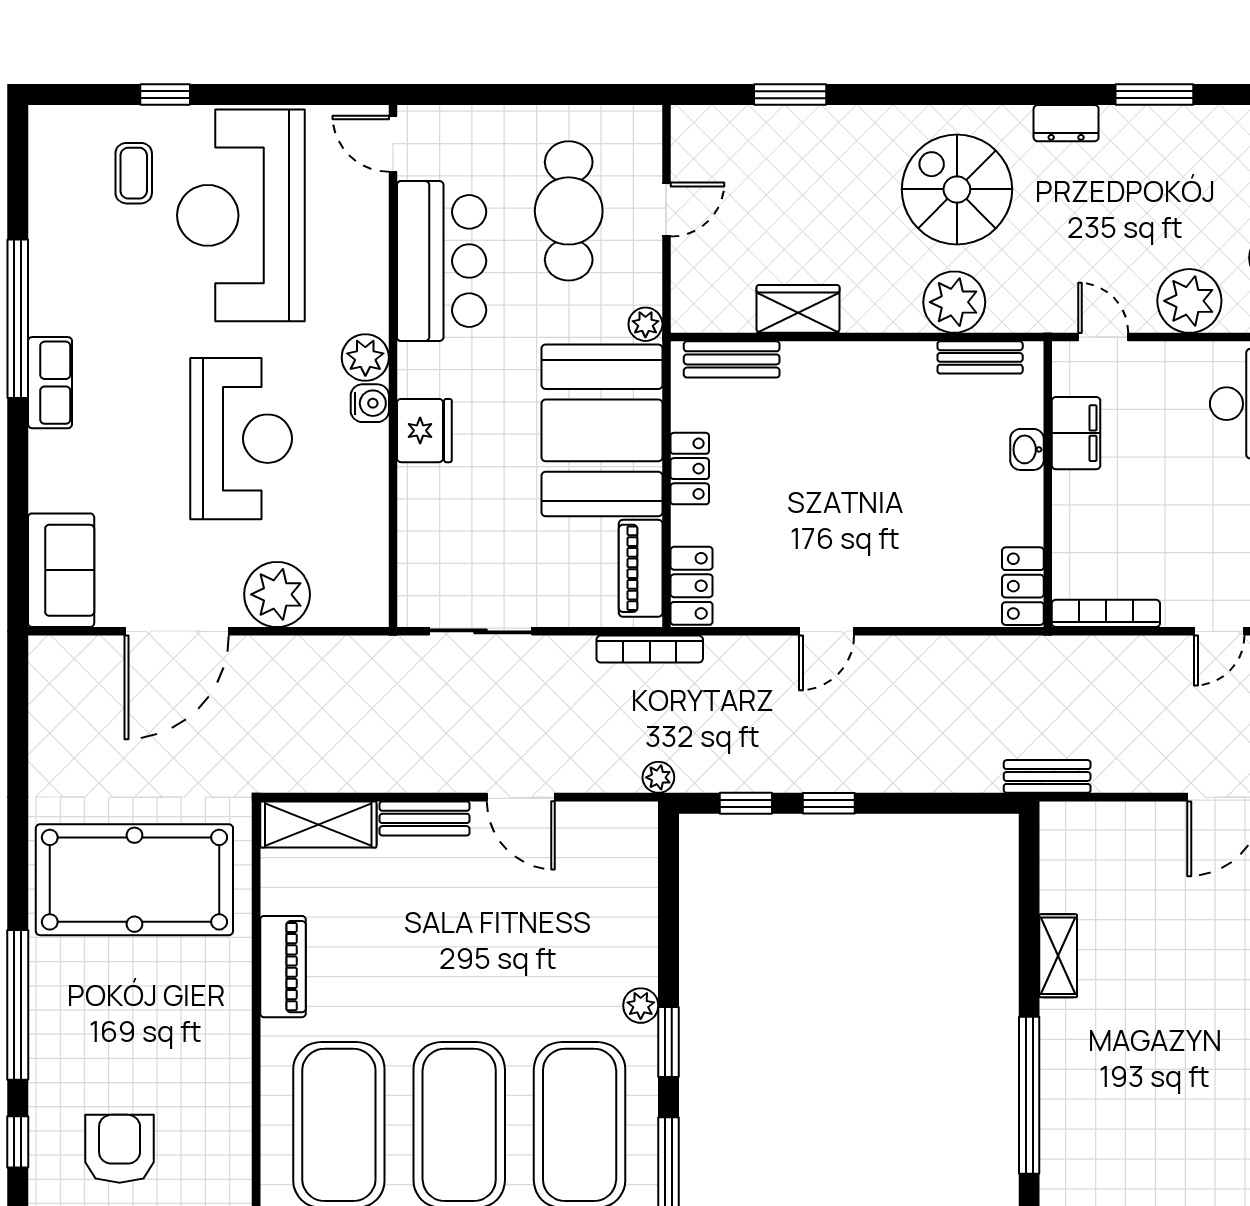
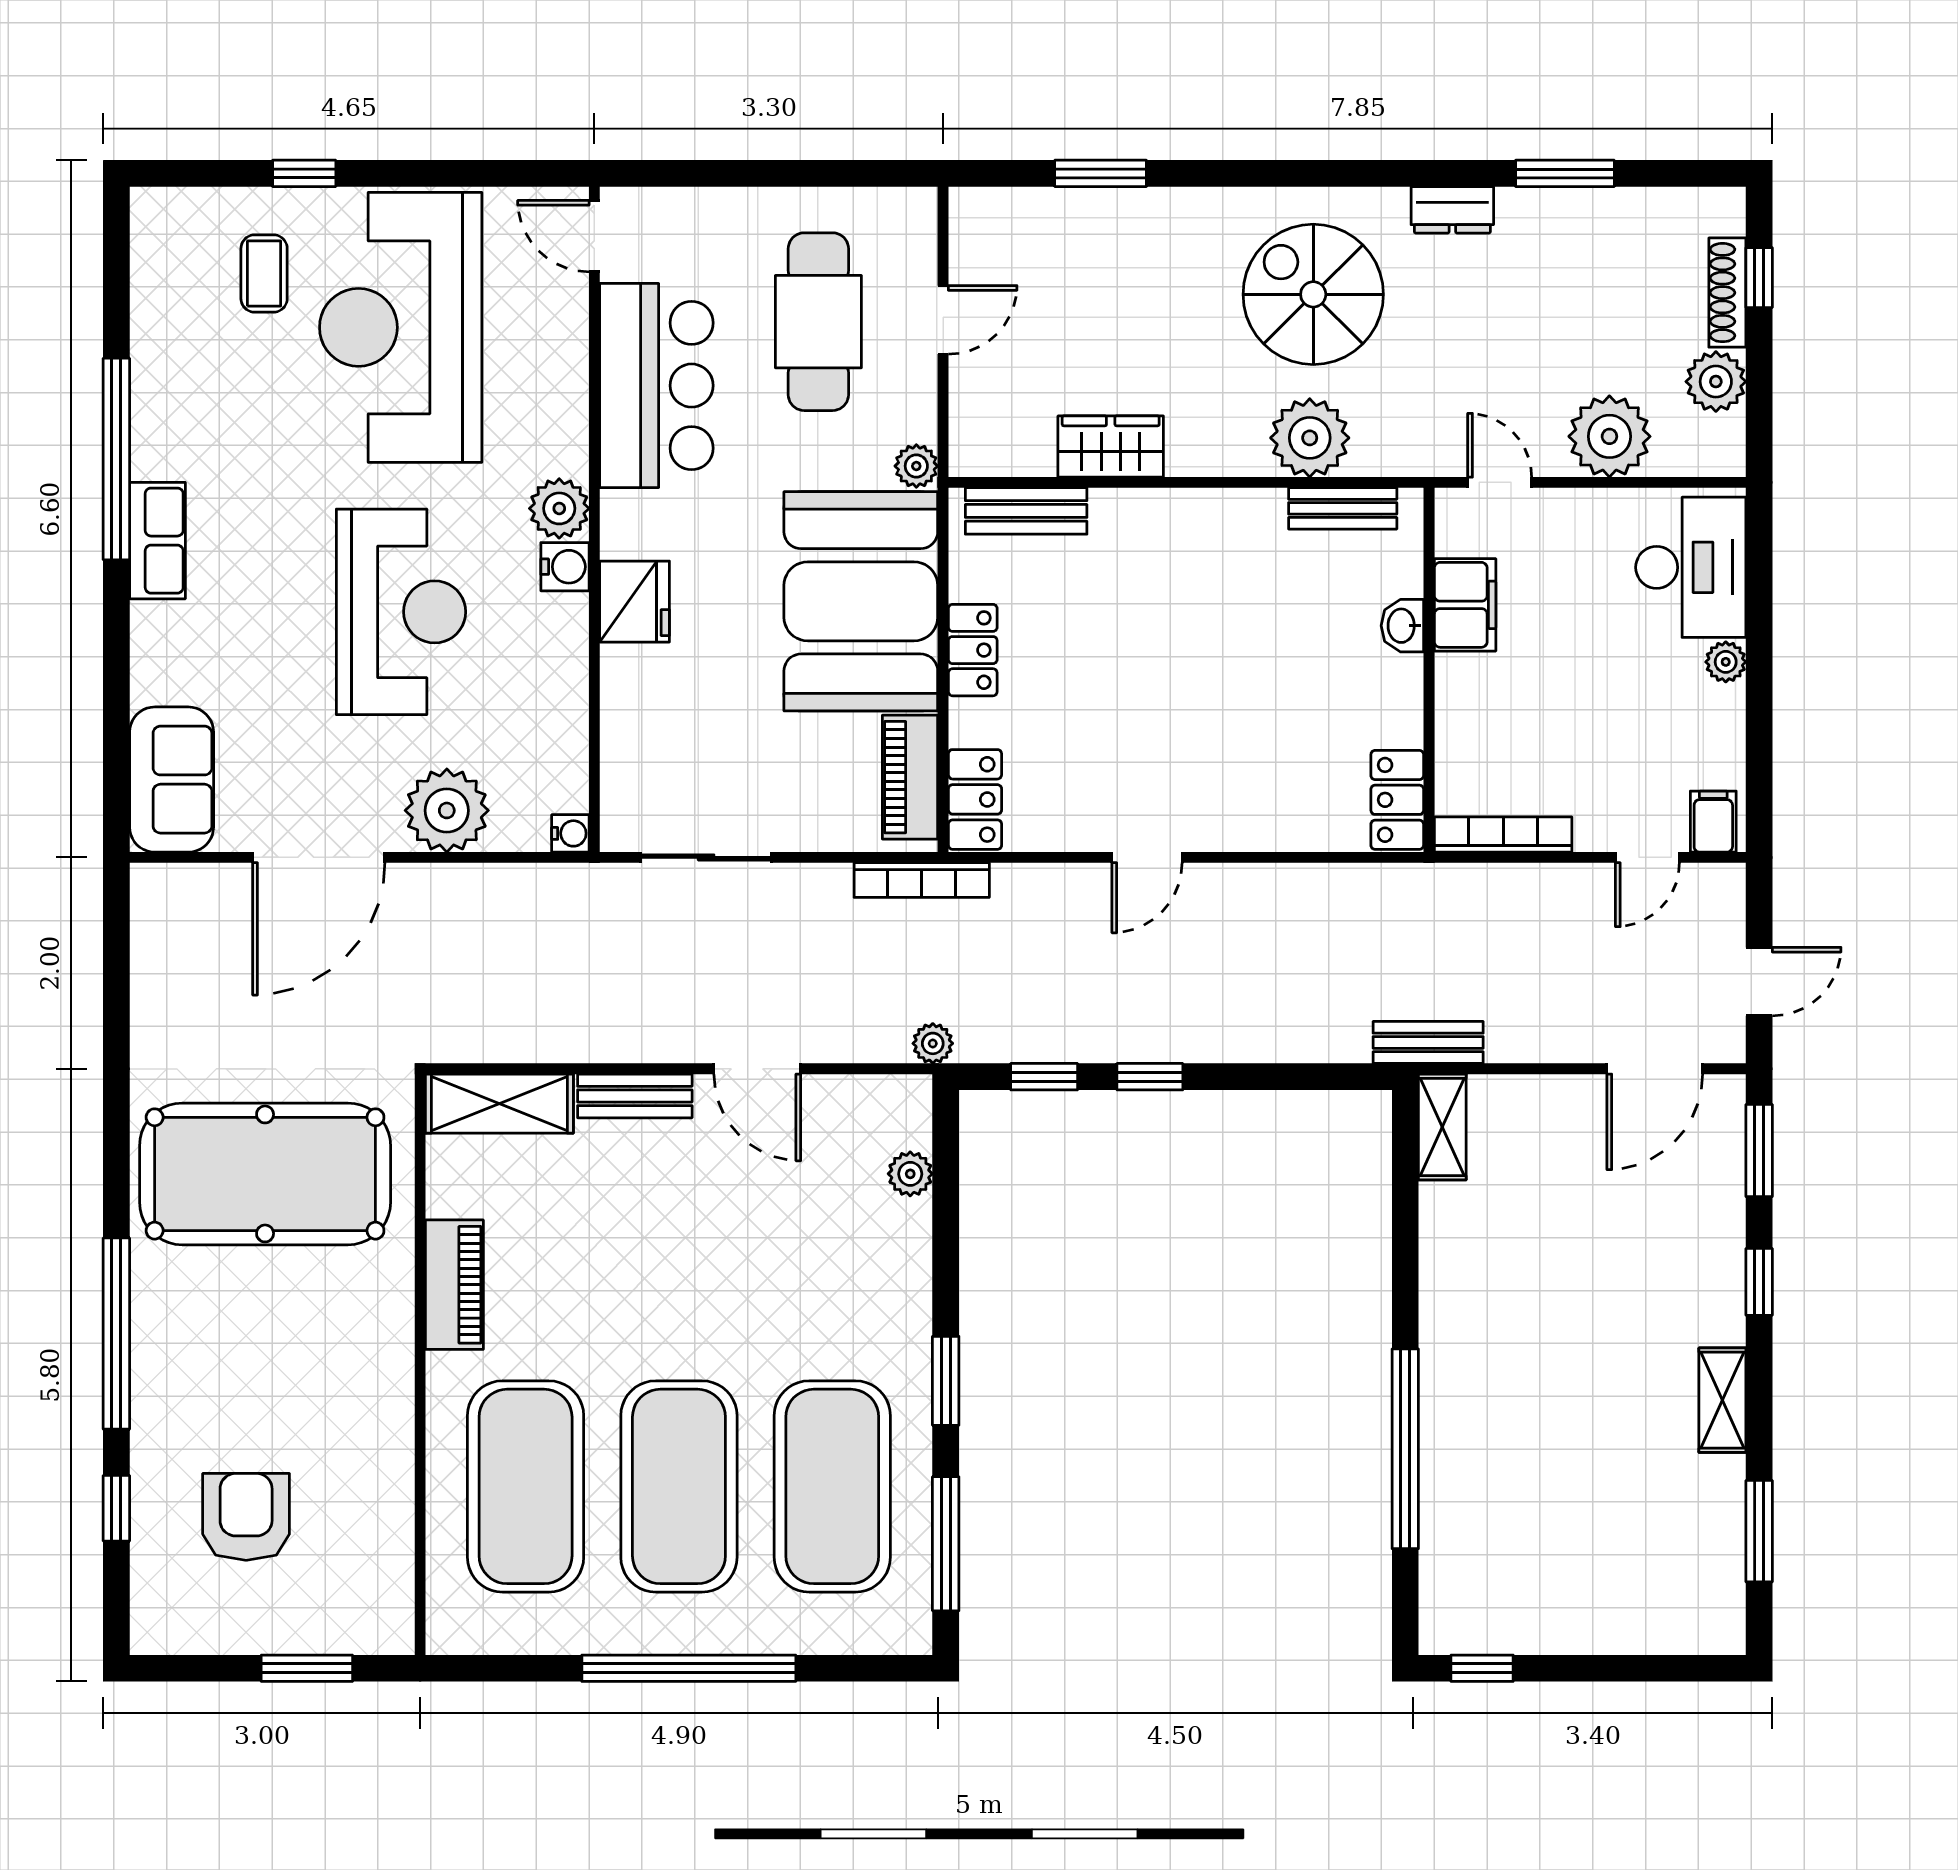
water cooler: (374, 613) -> (570, 833), added
shelving: (1058, 956) -> (1442, 1127), moved
plant: (641, 1006) -> (910, 1174), moved

